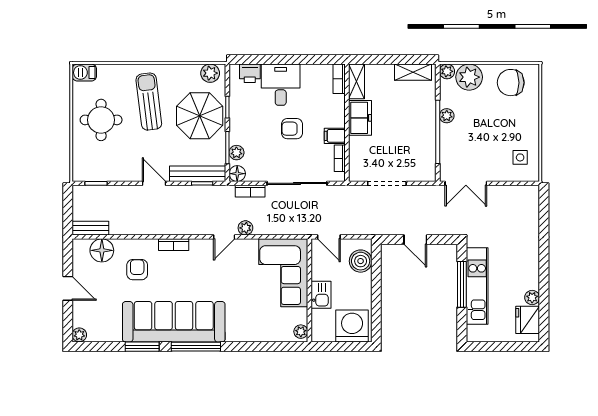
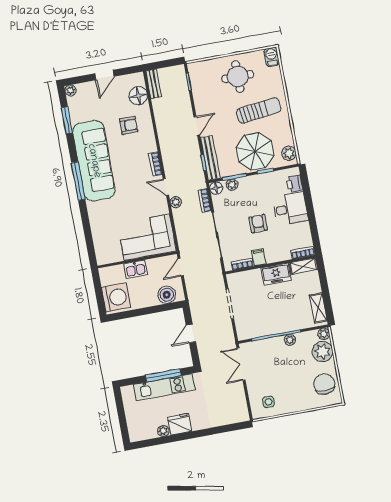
bookcase: (174, 245) -> (155, 164), moved
fridge: (528, 320) -> (180, 424), moved
plant: (301, 332) -> (104, 259), removed
window: (142, 347) -> (67, 120), moved

